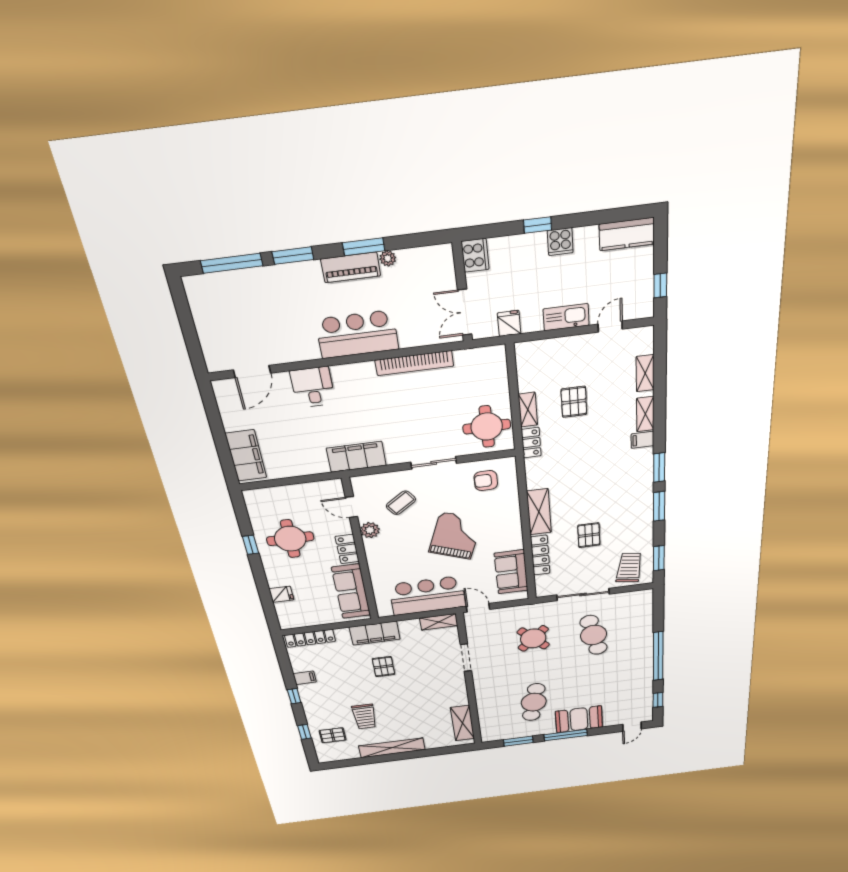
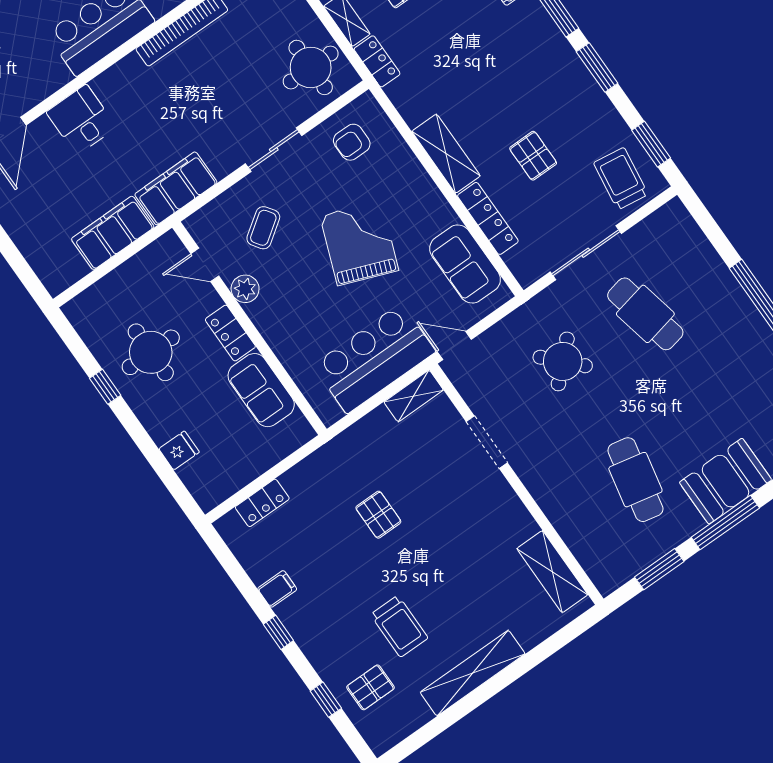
filing cabinet: (246, 456) -> (113, 233), moved, turned -90
sofa: (351, 591) -> (261, 390), width x0.73
filing cabinet: (375, 633) -> (336, 459), removed
locker: (310, 638) -> (262, 503), width x0.66

